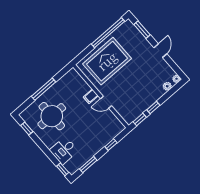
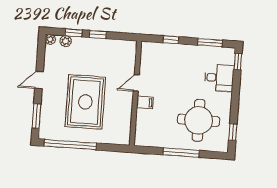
rug: (107, 61) -> (85, 102), moved, turned 90
door: (106, 102) -> (136, 83), swing flipped
window: (140, 119) -> (74, 33), moved

